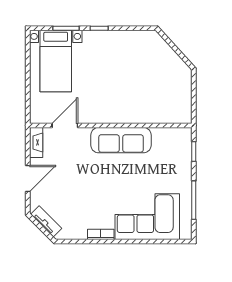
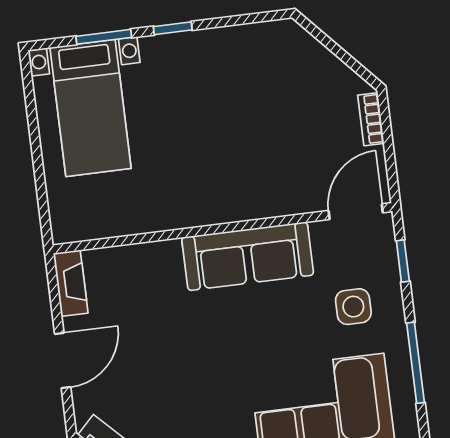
bookcase: (187, 83) -> (371, 119), added
door: (65, 125) -> (356, 212), moved
side table: (168, 170) -> (353, 307), added

